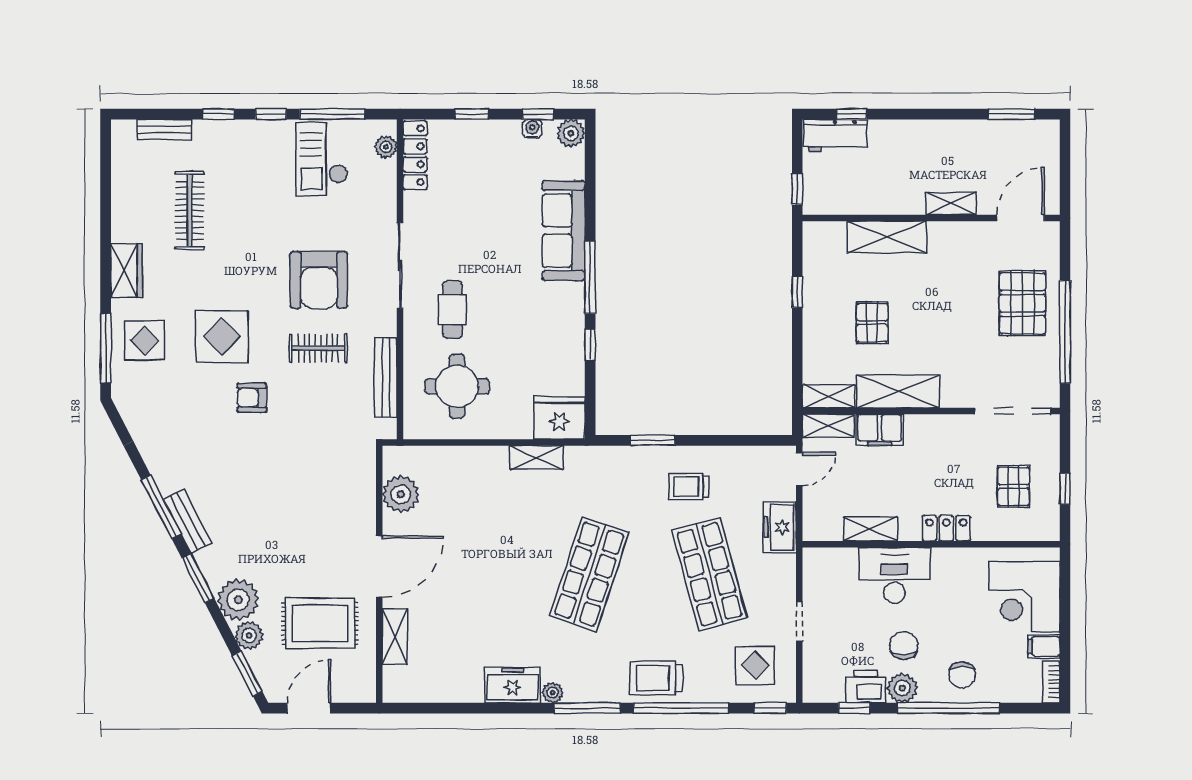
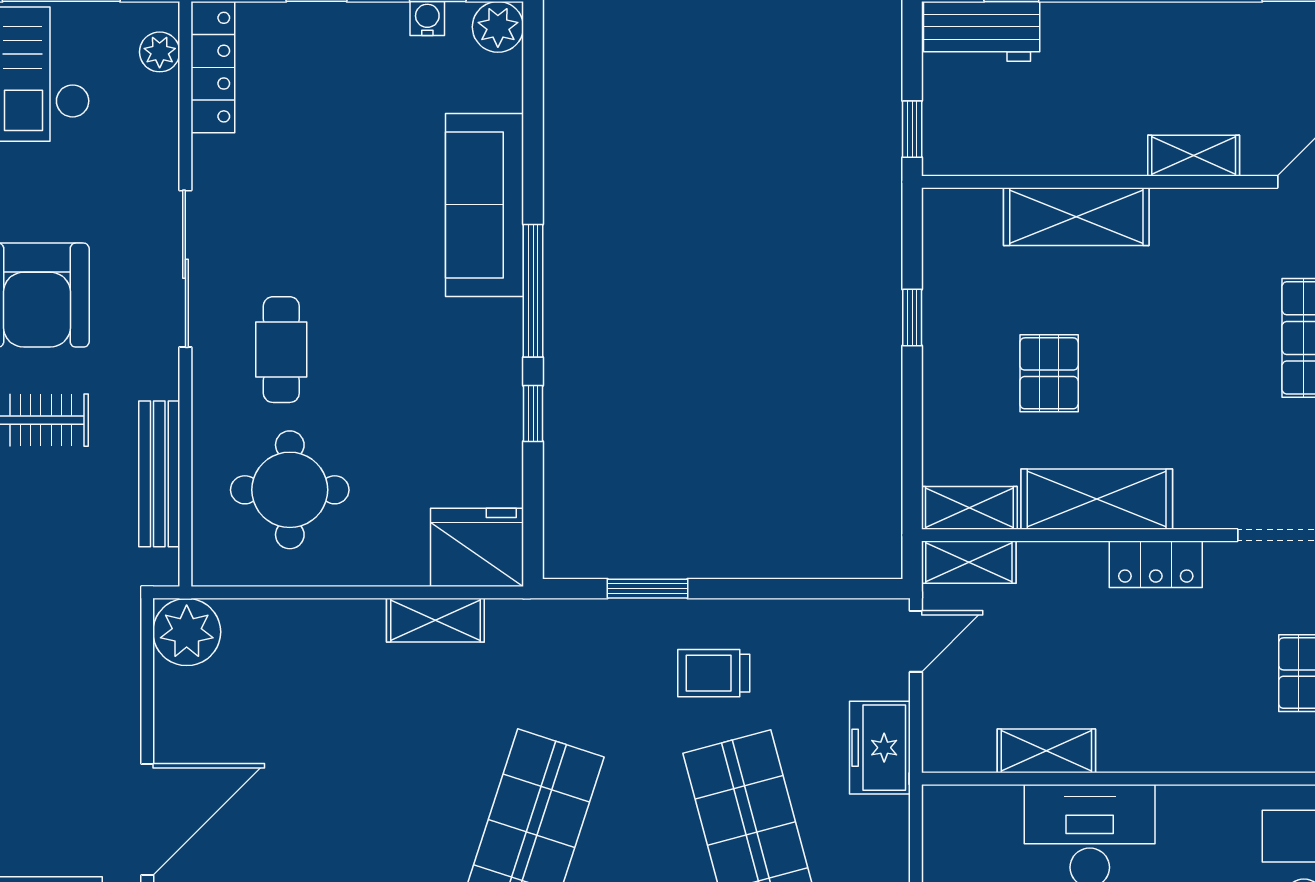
filing cabinet: (880, 430) -> (1063, 570), removed
plant: (401, 494) -> (187, 632), moved
locker: (946, 528) -> (1156, 564), moved, turned 180

